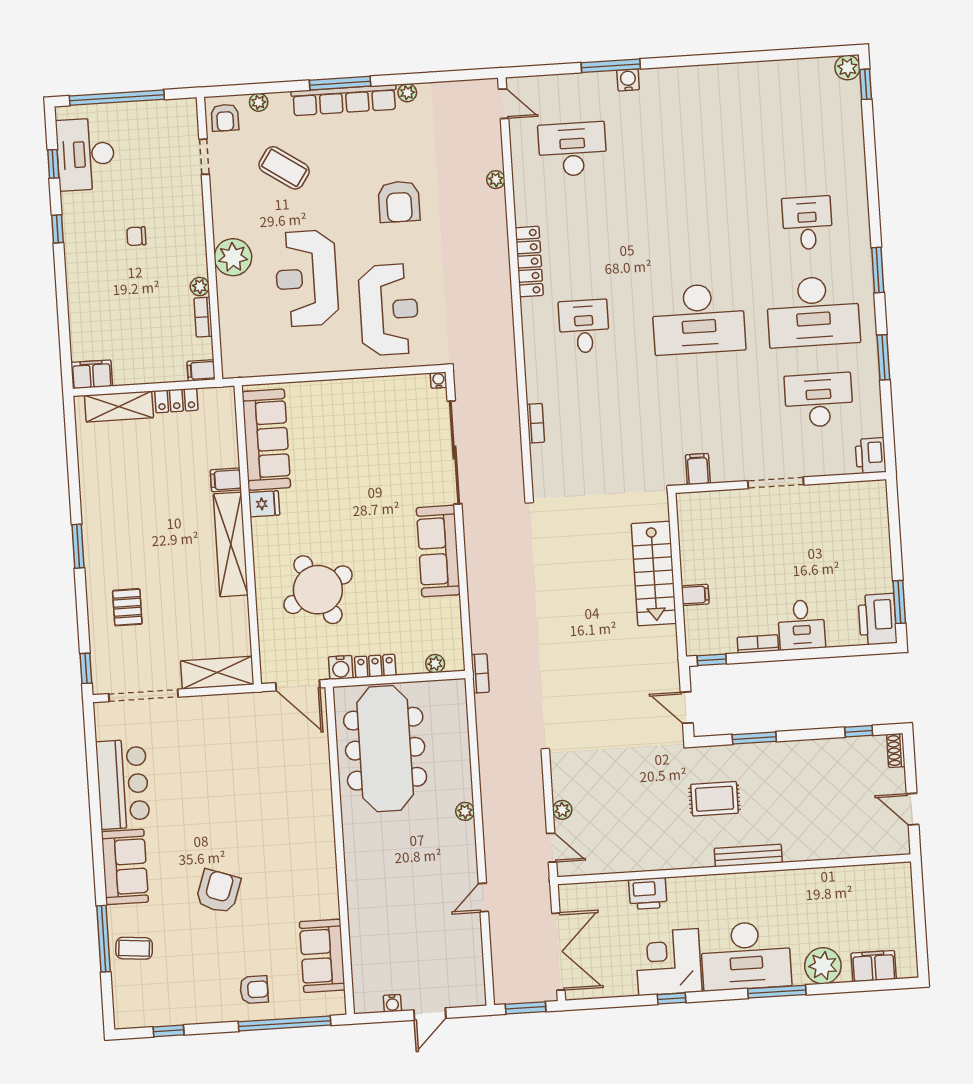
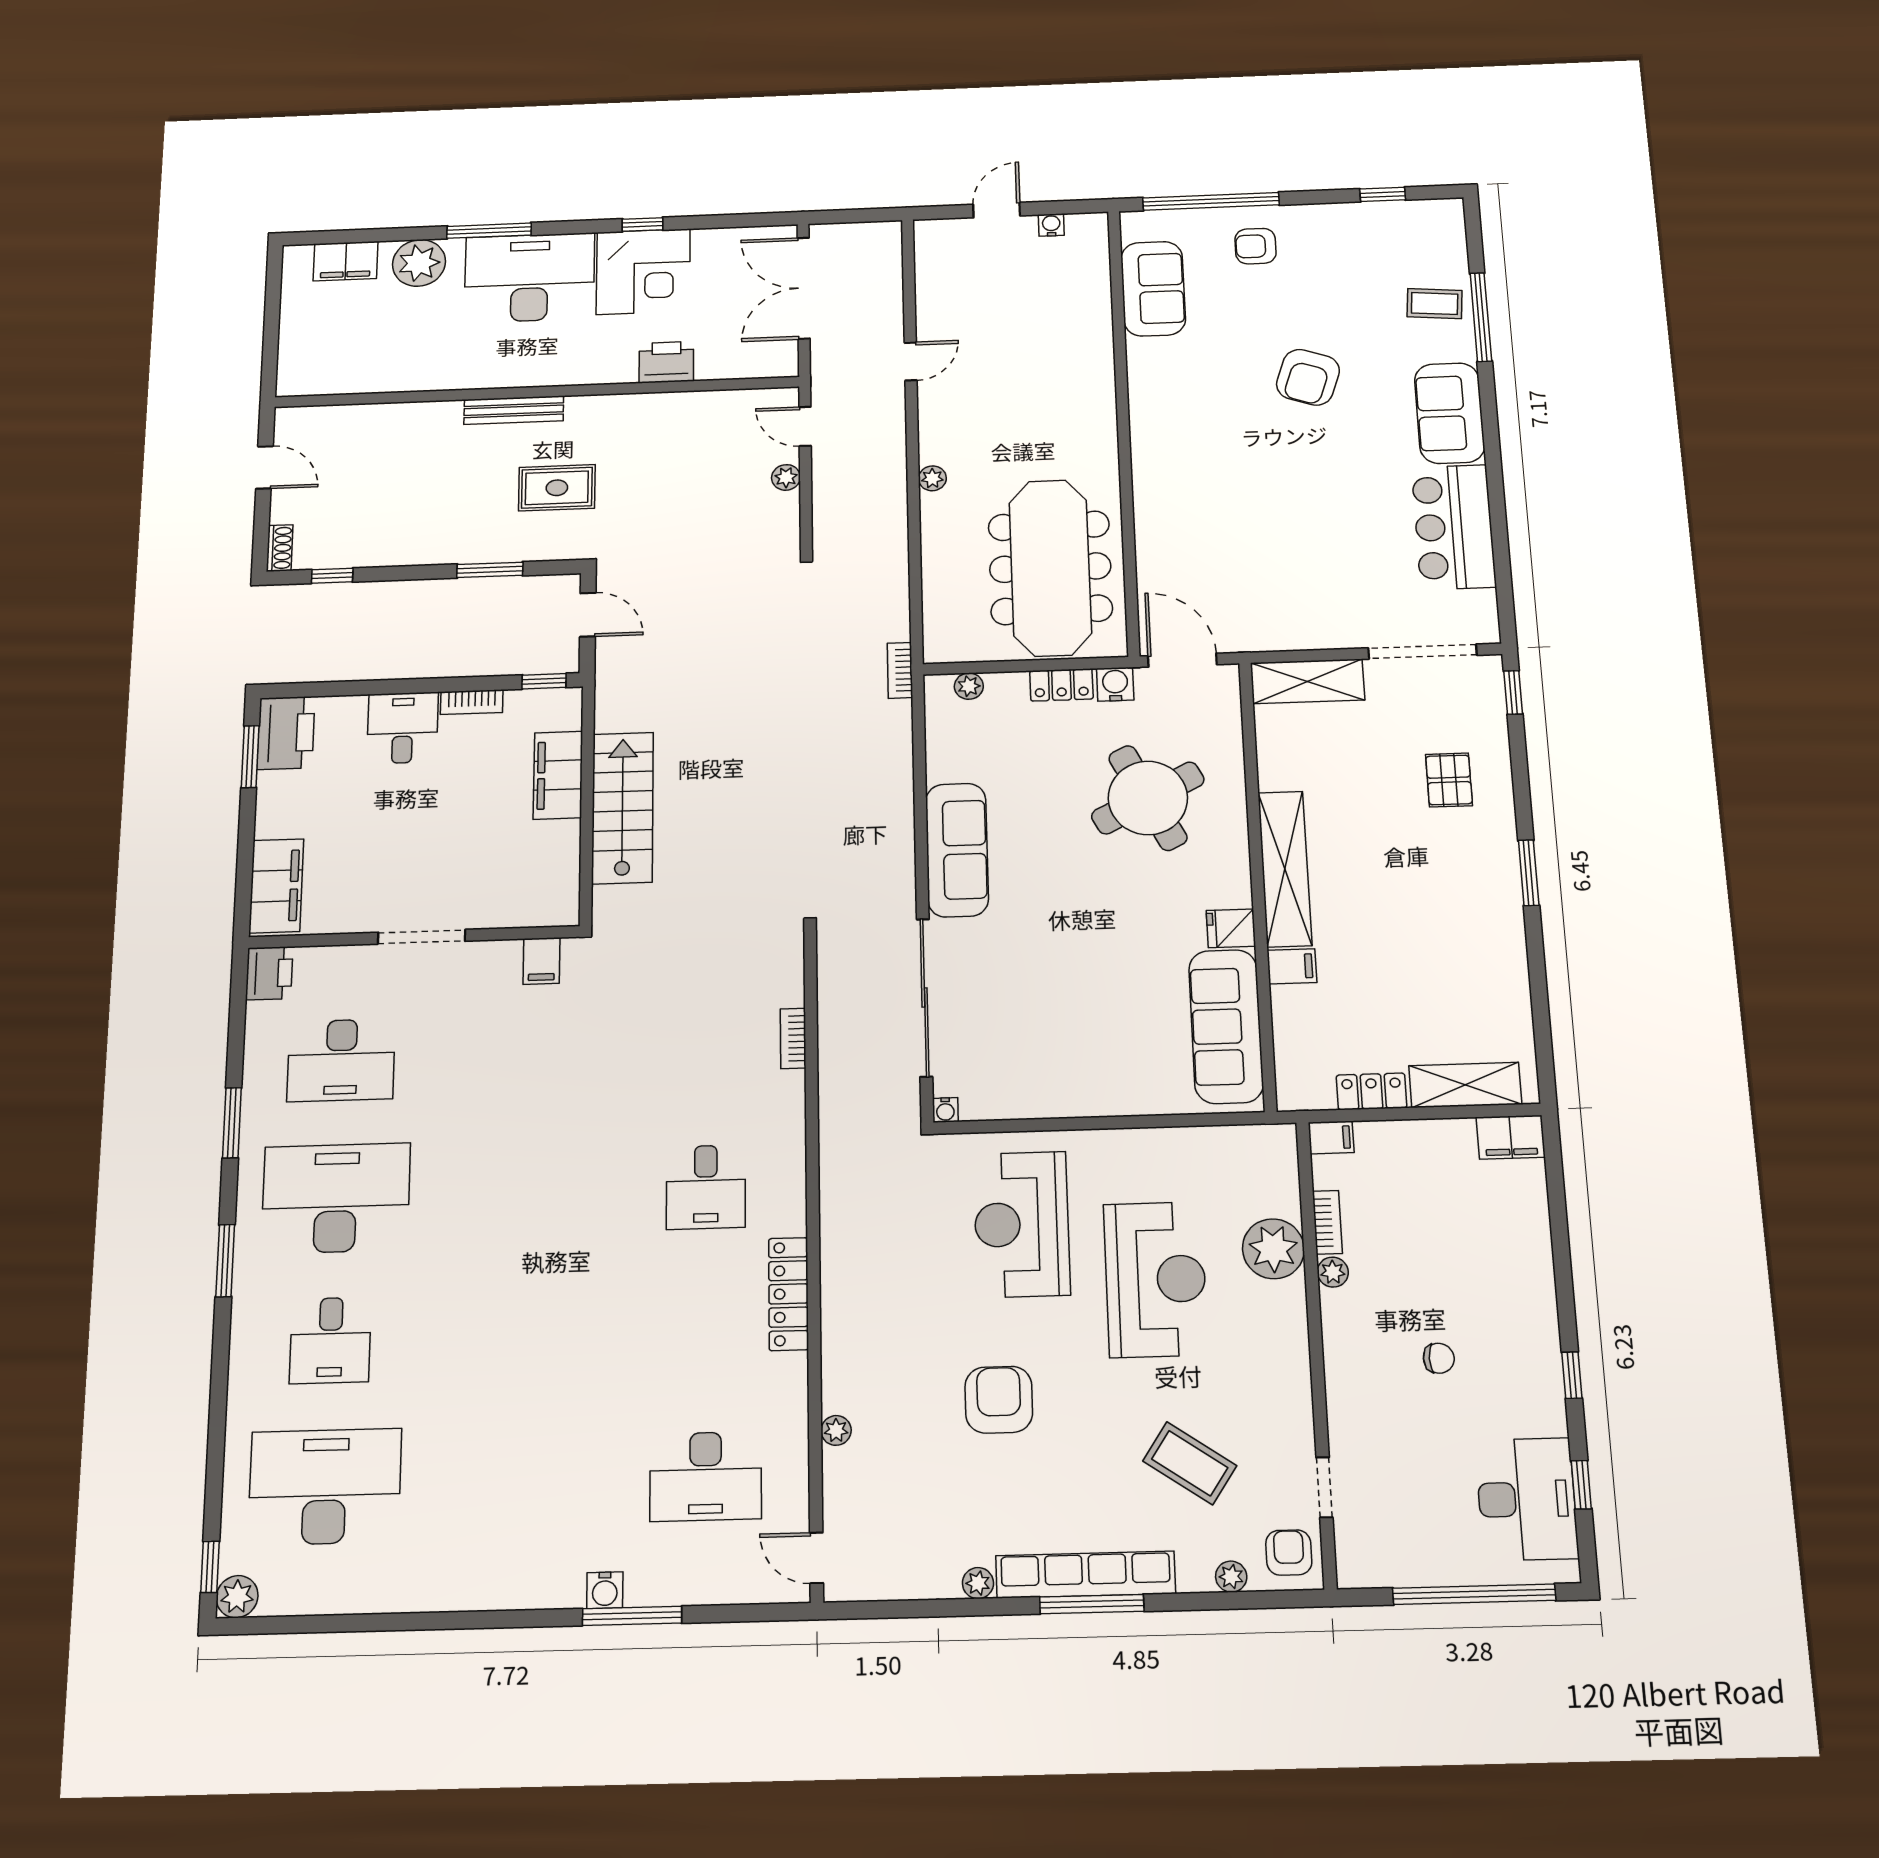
plant: (233, 257) -> (1273, 1249), moved
desk: (699, 319) -> (325, 1487), moved
filing cabinet: (872, 514) -> (276, 886), added
filing cabinet: (695, 595) -> (558, 775), width x3.00, depth x1.17
window: (526, 1008) -> (856, 216), removed

